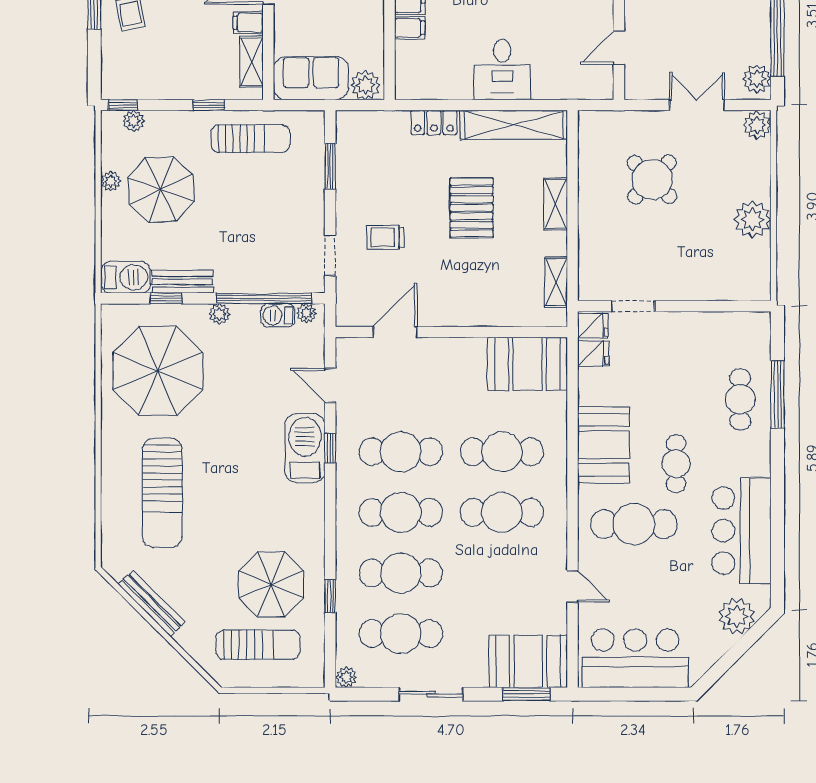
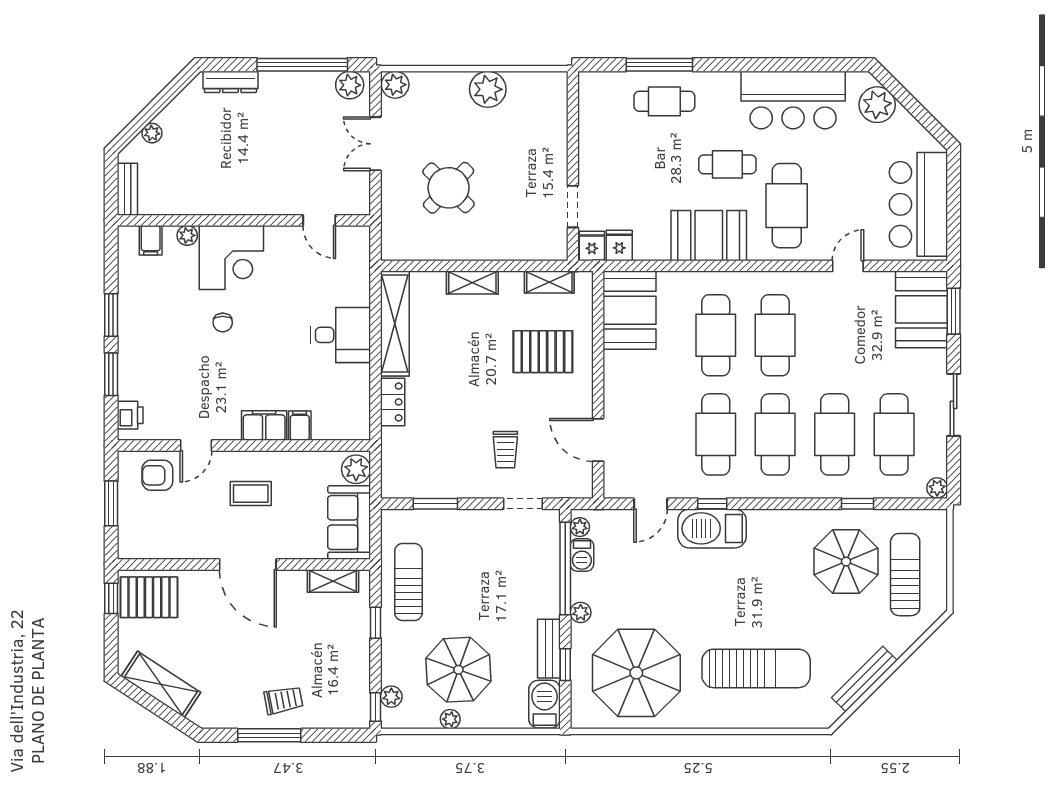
filing cabinet: (248, 23) -> (295, 584), removed
pallet: (472, 208) -> (543, 352), moved

